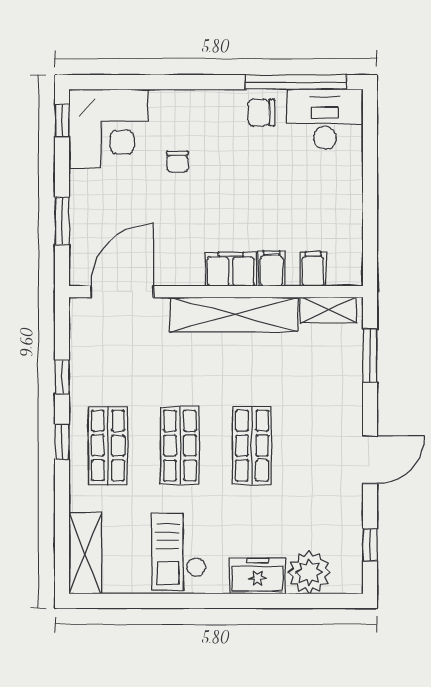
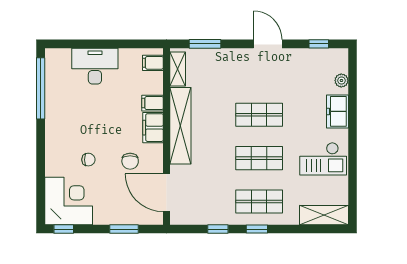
chair: (261, 113) -> (130, 161), moved
desk: (325, 119) -> (95, 66), moved, turned 90
filing cabinet: (313, 269) -> (153, 63), moved
plant: (309, 572) -> (341, 80), width x0.53, depth x0.53

